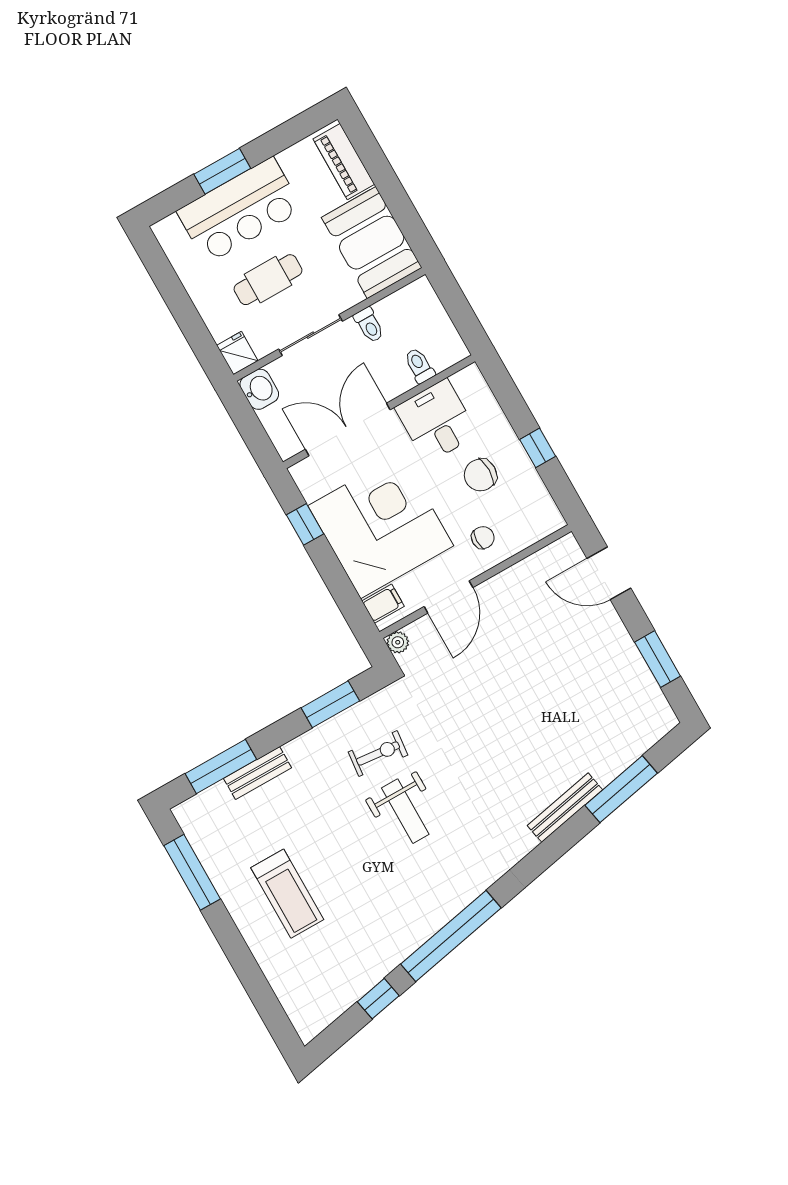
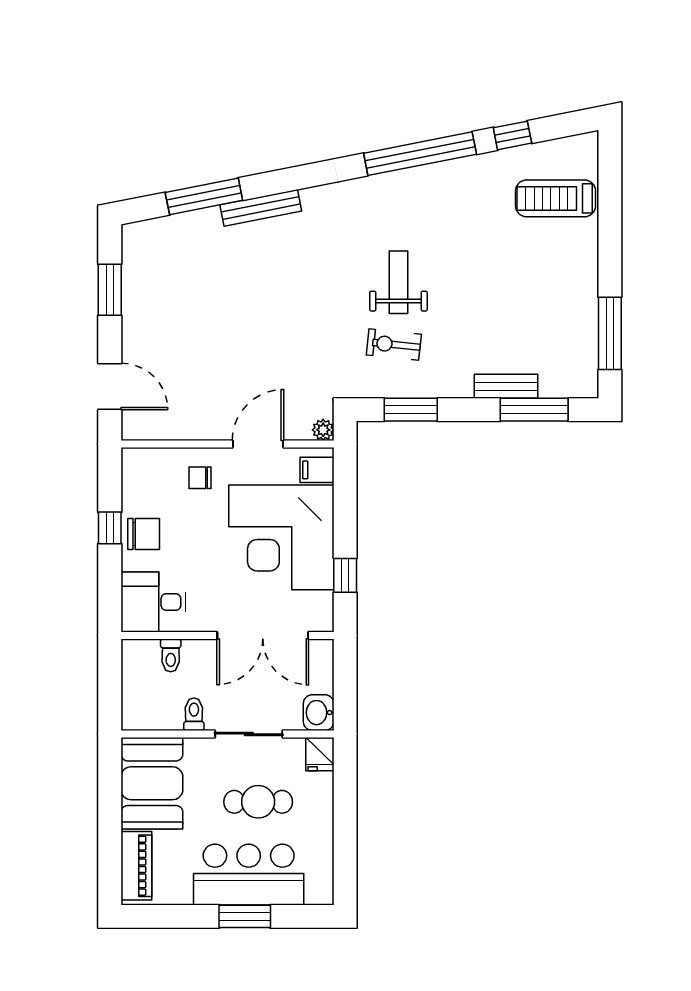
desk: (437, 421) -> (153, 602), moved, turned 90
chair: (480, 475) -> (144, 534), moved
treadmill: (287, 894) -> (556, 198), moved, turned -90

